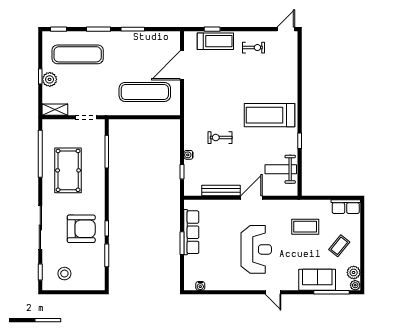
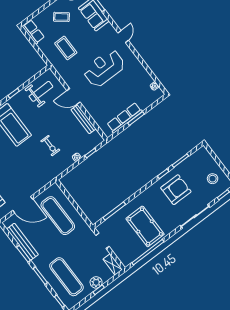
bench: (146, 37) -> (22, 242), added
weight bench: (281, 169) -> (41, 91), turned -90
pool table: (68, 170) -> (145, 226), turned 90
armchair: (81, 229) -> (176, 190), turned 90

